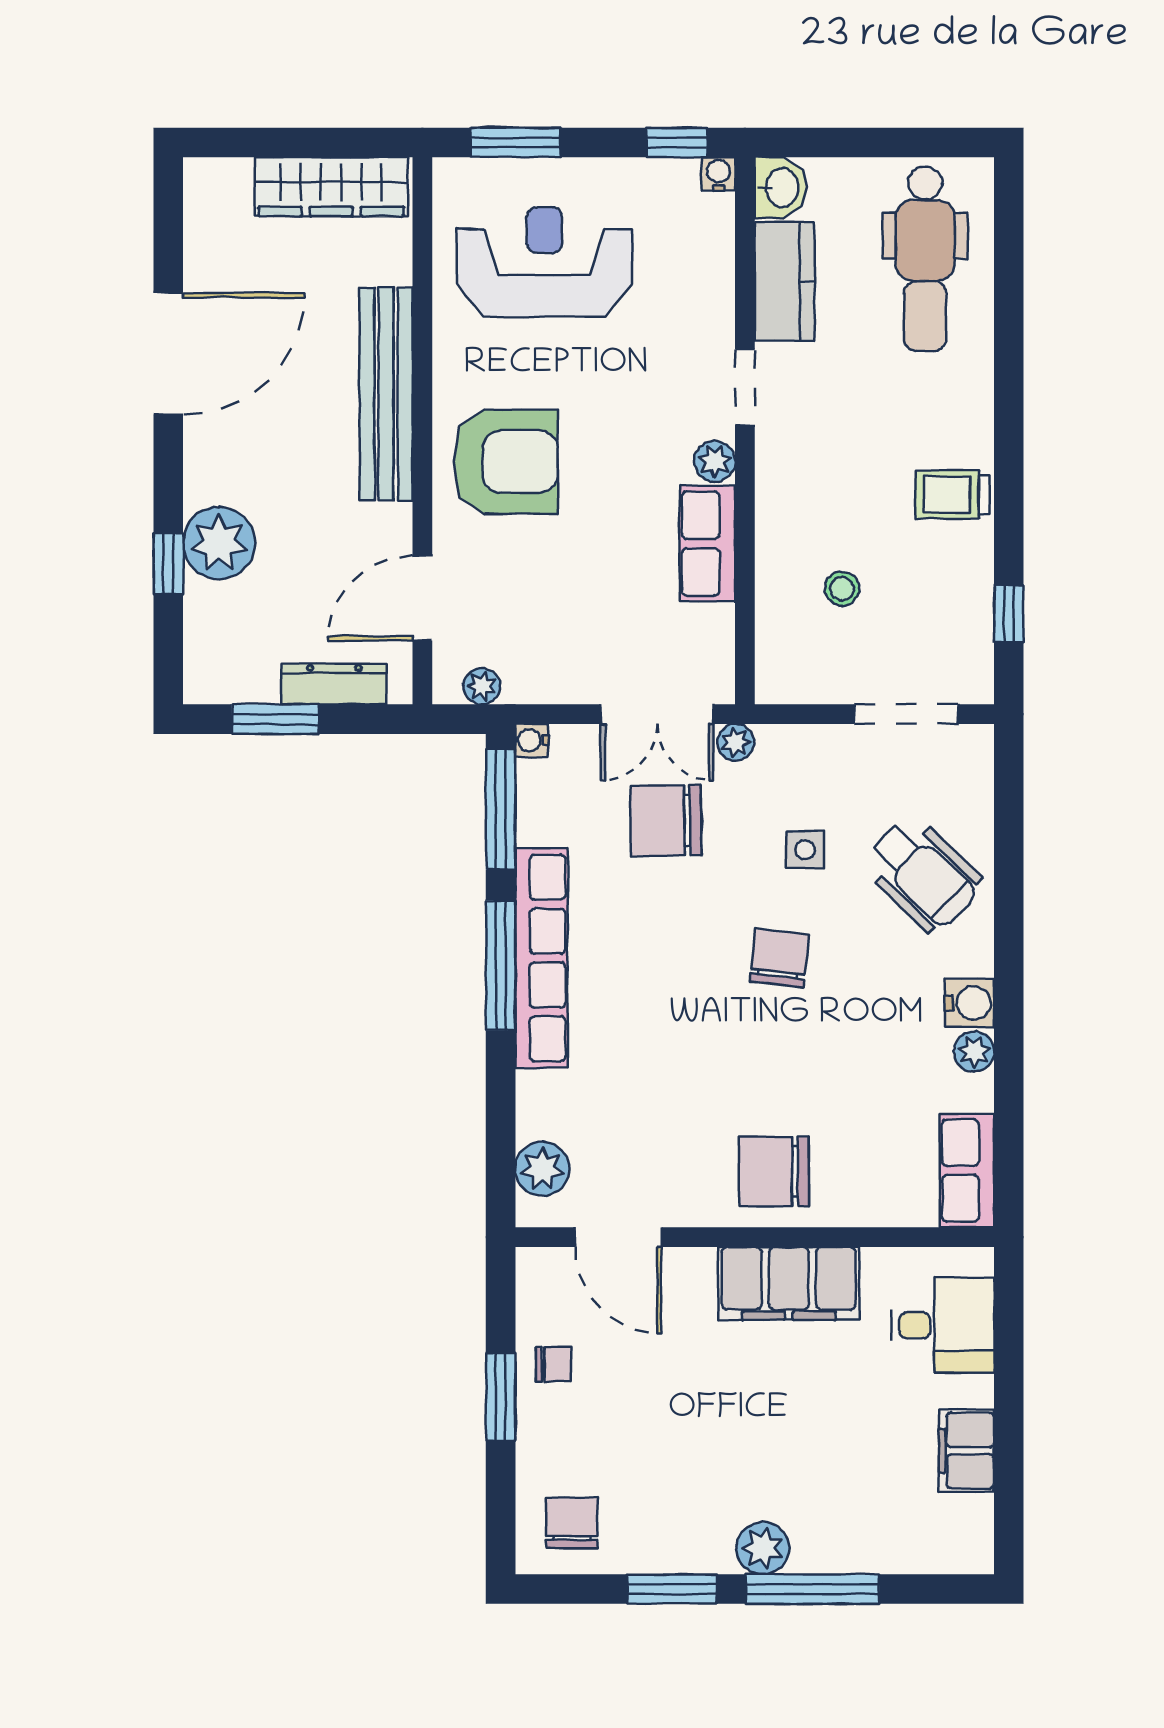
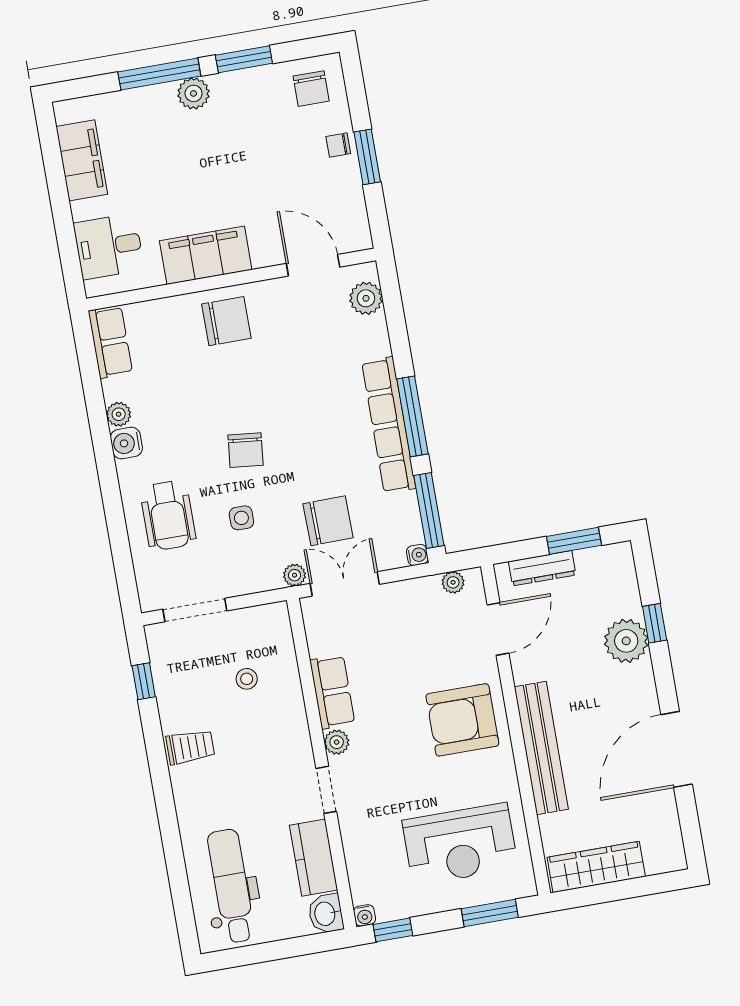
wheelchair: (923, 874) -> (168, 516), turned -134
chair: (553, 1364) -> (338, 145), moved
filing cabinet: (967, 1451) -> (82, 160), width x1.50, depth x1.17

